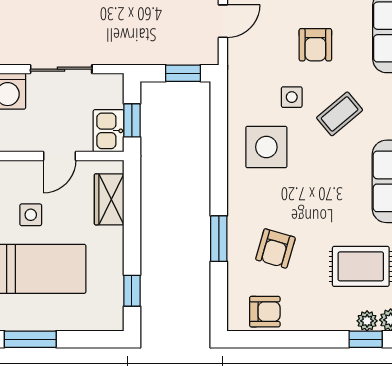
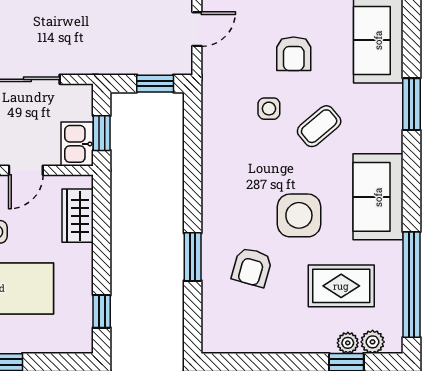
side table: (266, 147) -> (299, 215), moved
armchair: (265, 312) -> (241, 333), removed

